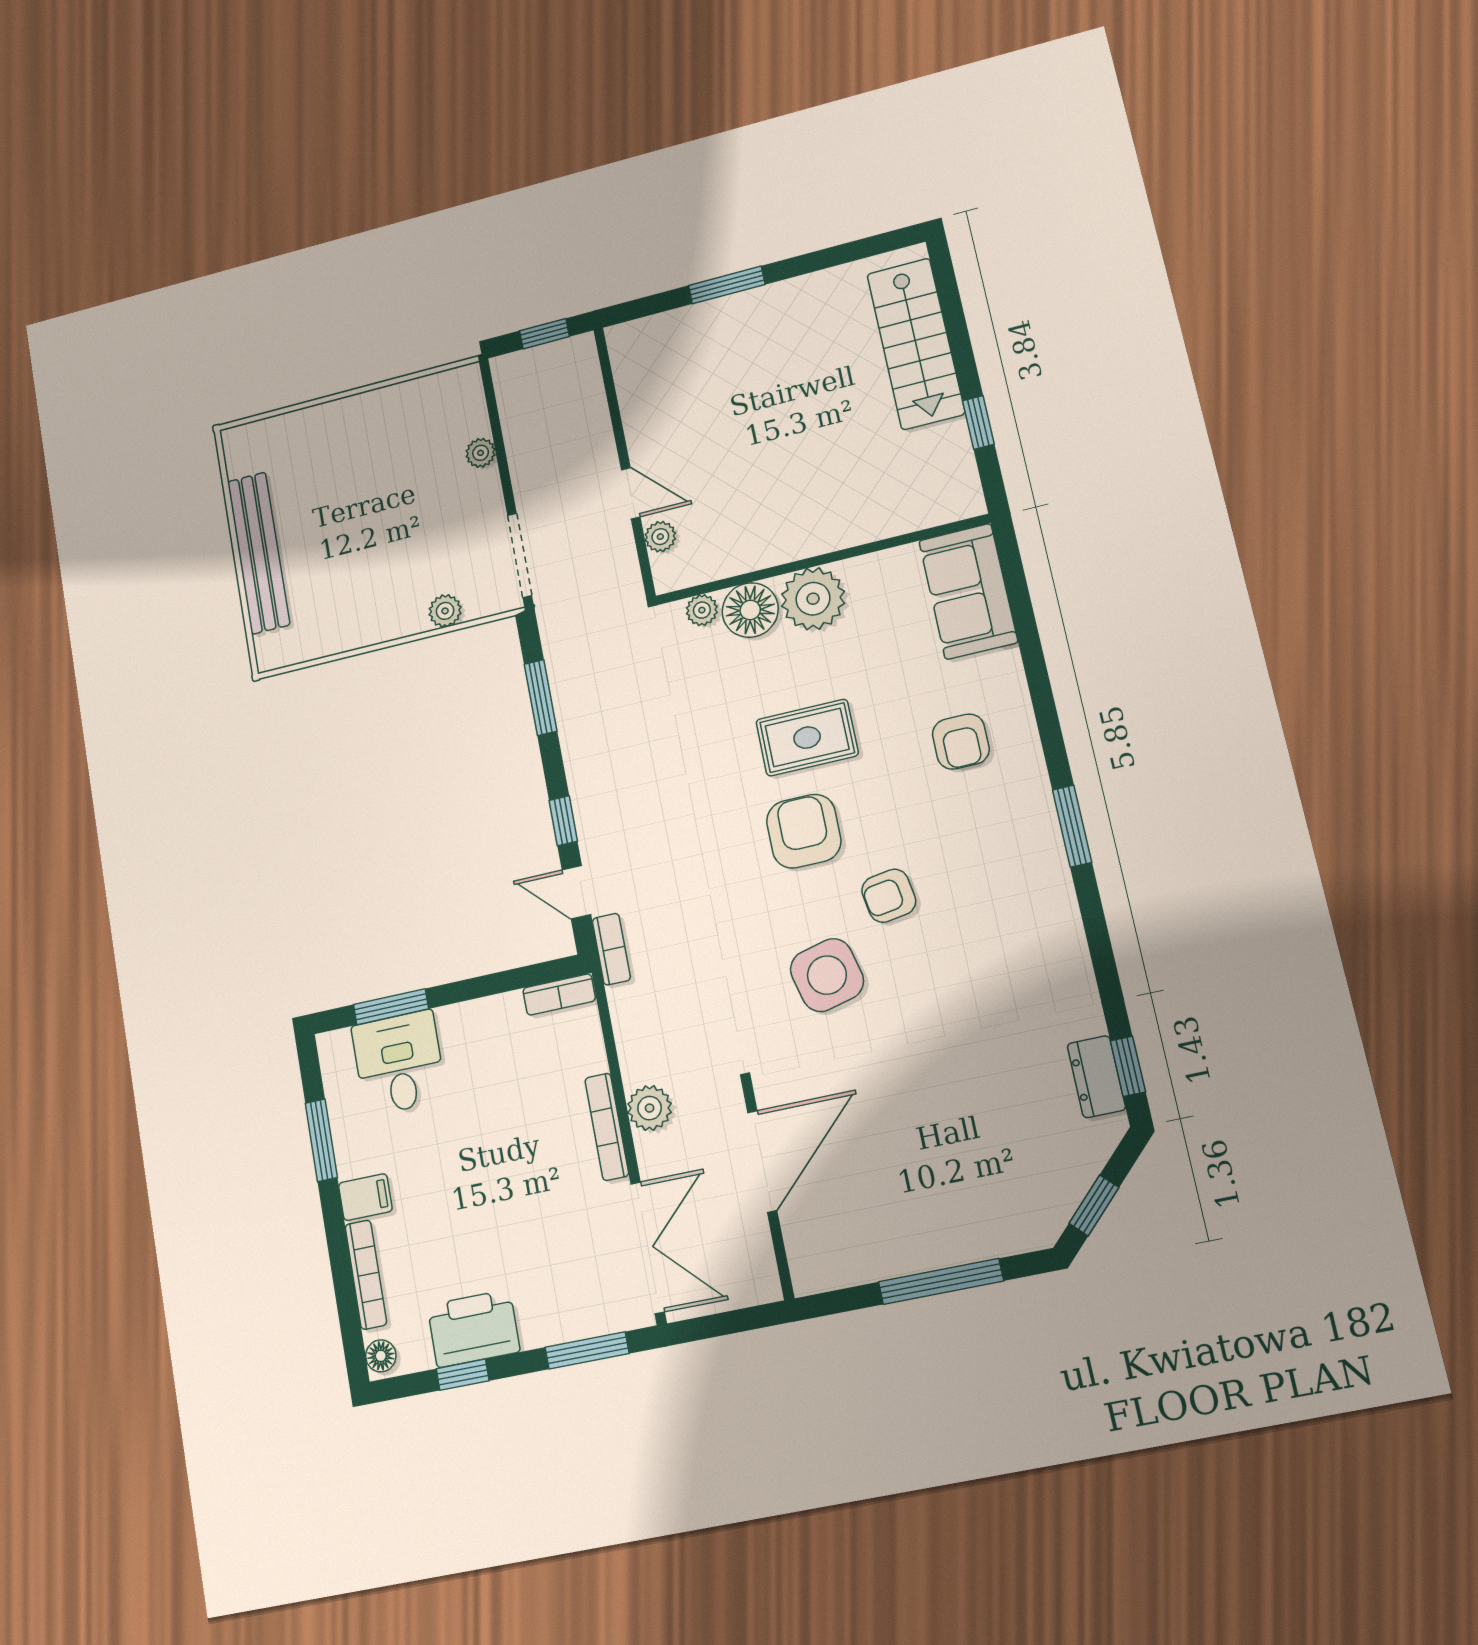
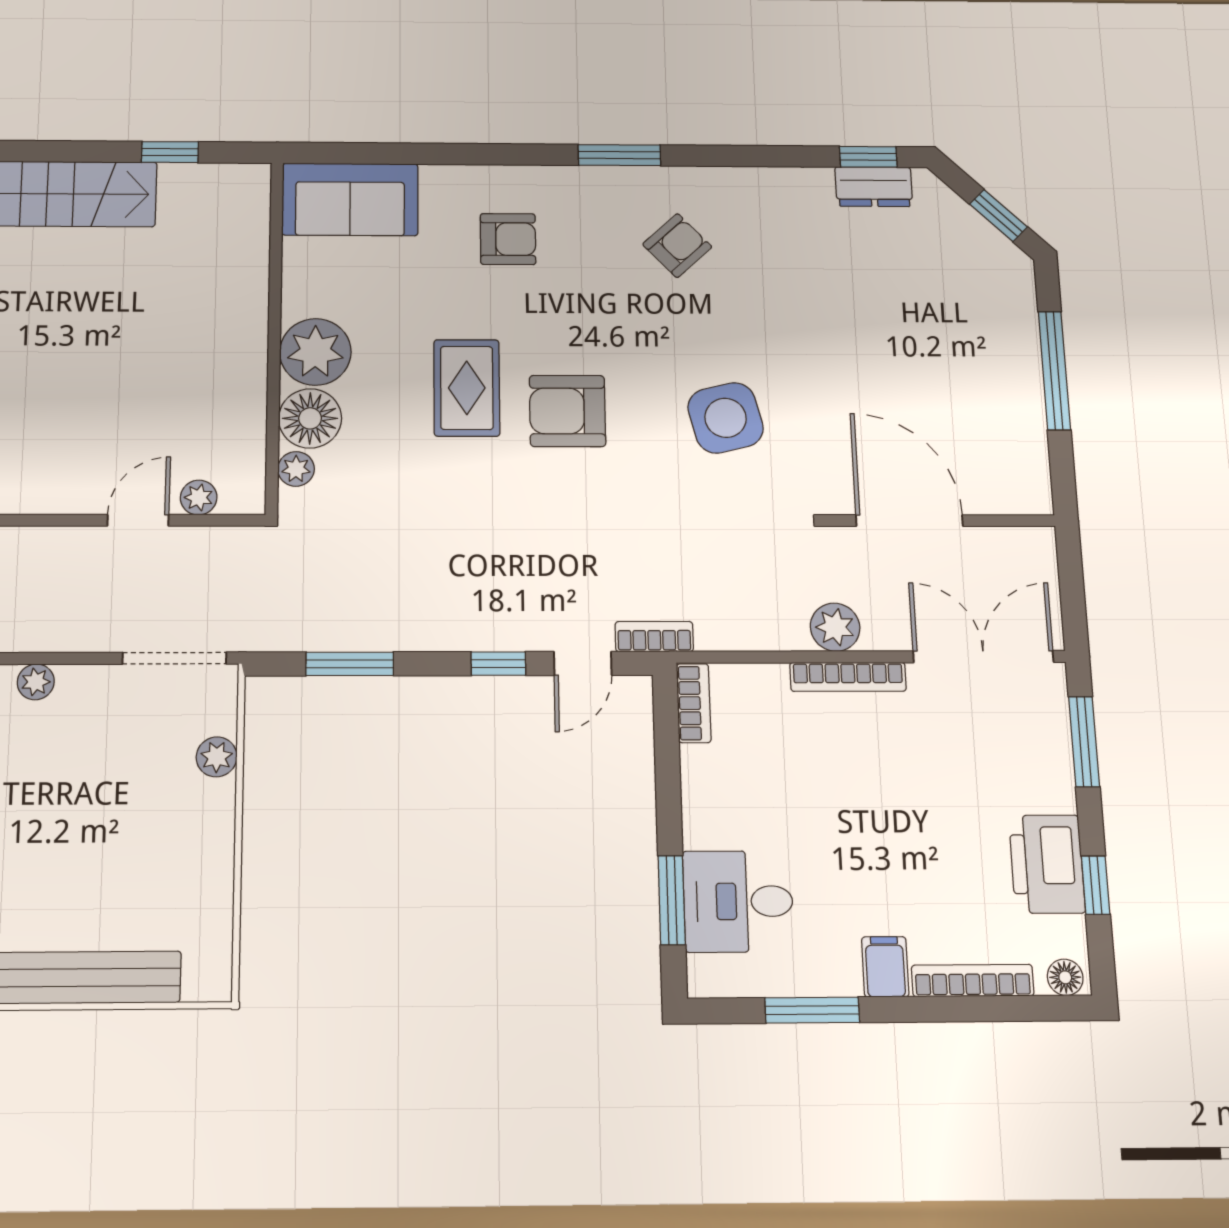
armchair: (889, 896) -> (677, 246), moved, turned -124

